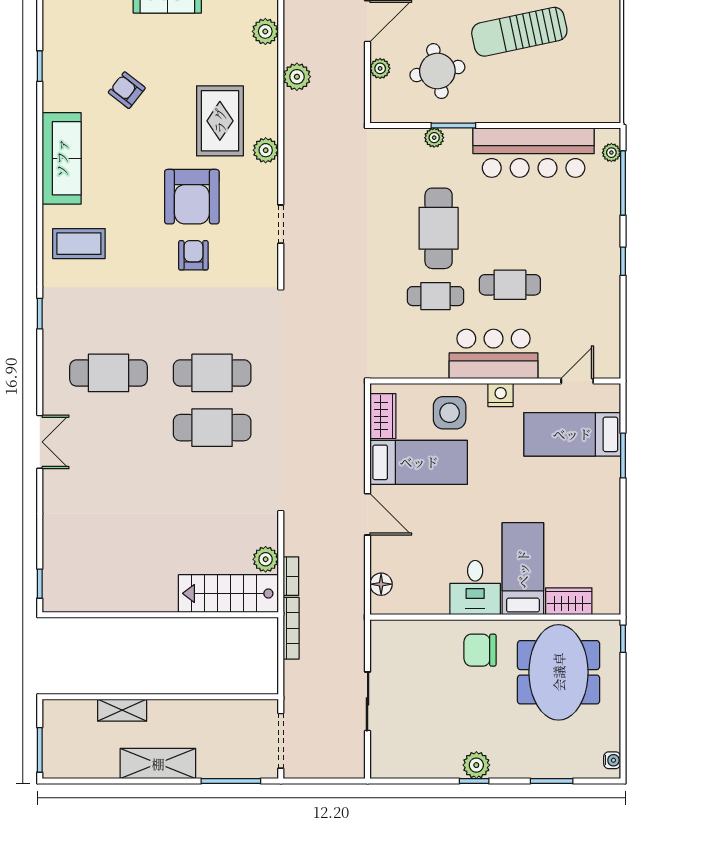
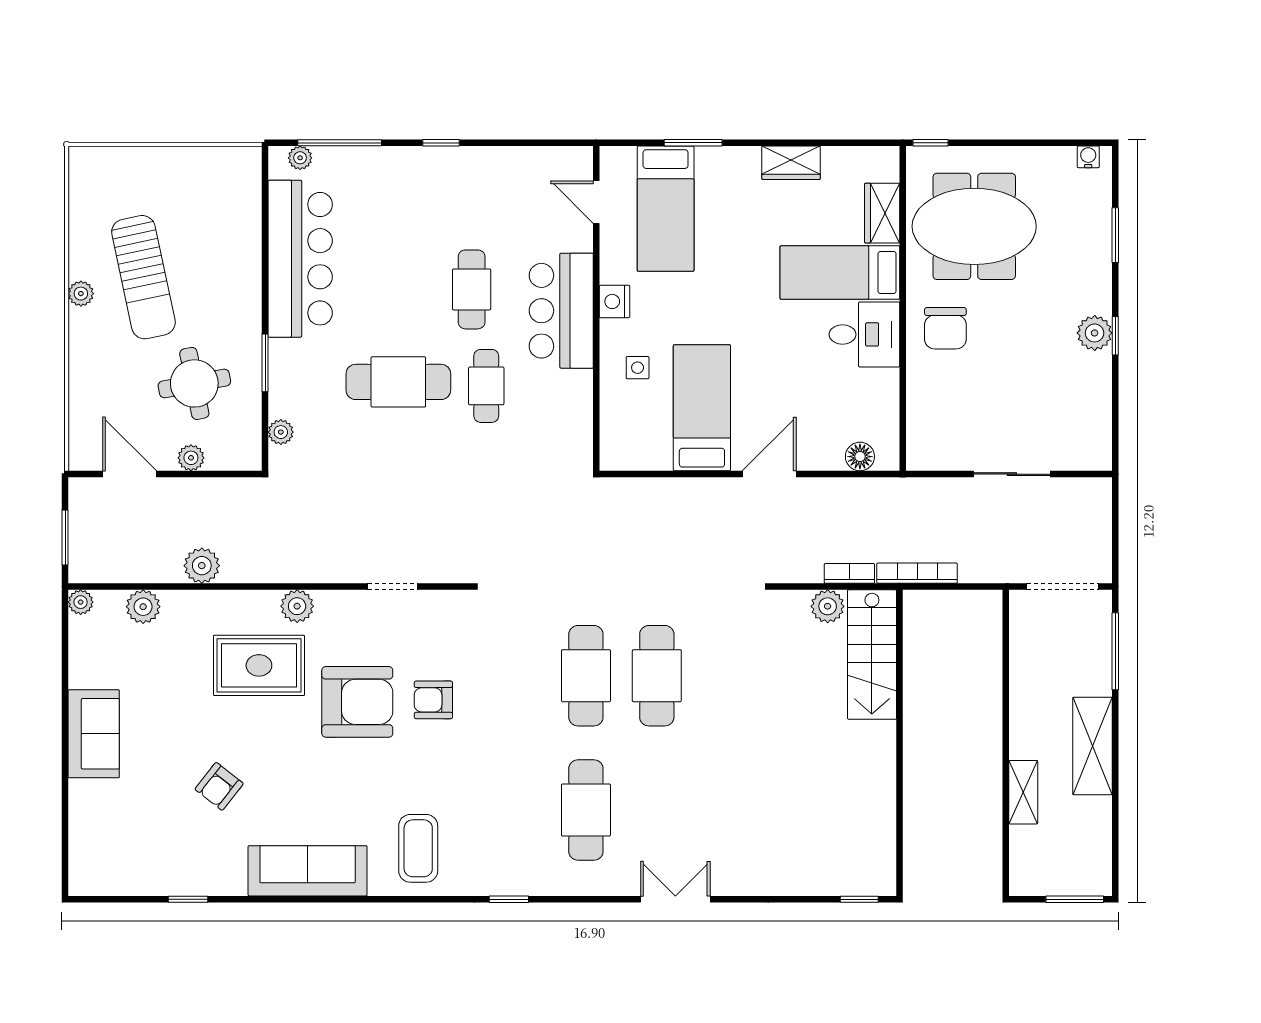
plant: (434, 138) -> (281, 432), moved
side table: (450, 413) -> (638, 368), width x0.54, depth x0.54
wardrobe: (383, 416) -> (791, 163), moved, turned 180

